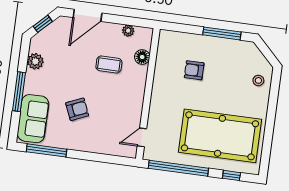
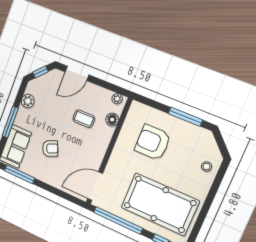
plant: (128, 31) -> (117, 99), moved
armchair: (194, 70) -> (153, 142), width x1.88, depth x1.88
door: (142, 137) -> (95, 186), width x1.87

